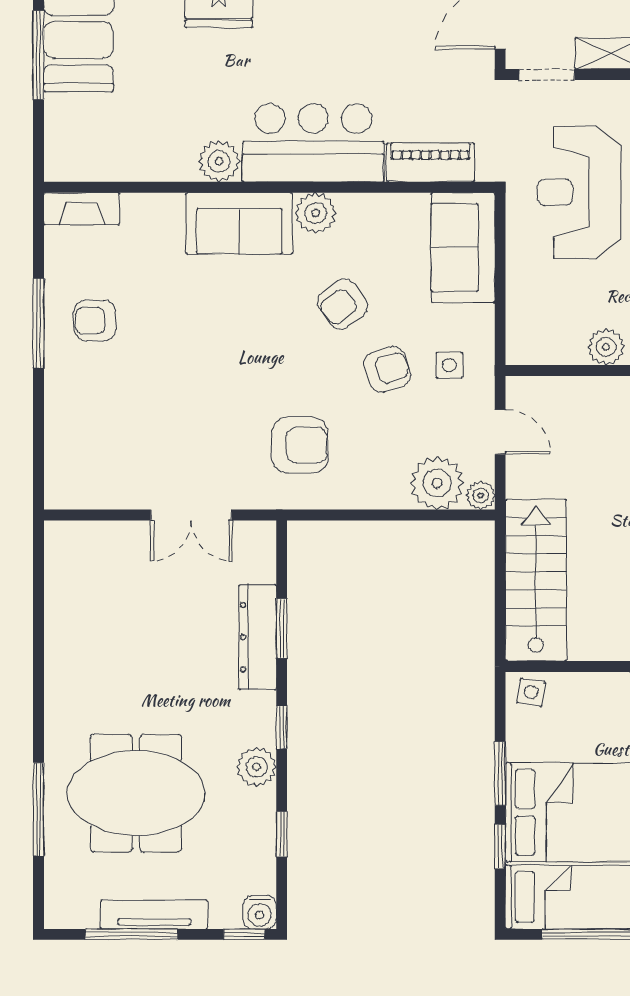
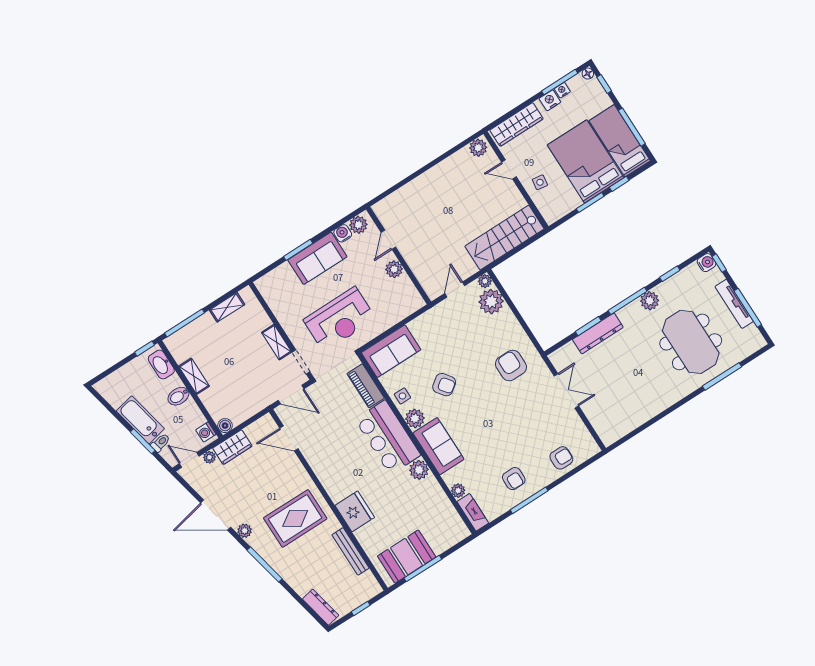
plant: (137, 208) -> (458, 491), added
side table: (449, 365) -> (402, 396), moved
armchair: (387, 369) -> (561, 458), moved, turned 108
side table: (531, 692) -> (540, 182), moved
window: (282, 727) -> (628, 301), width x2.17

